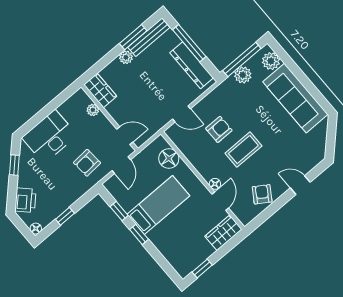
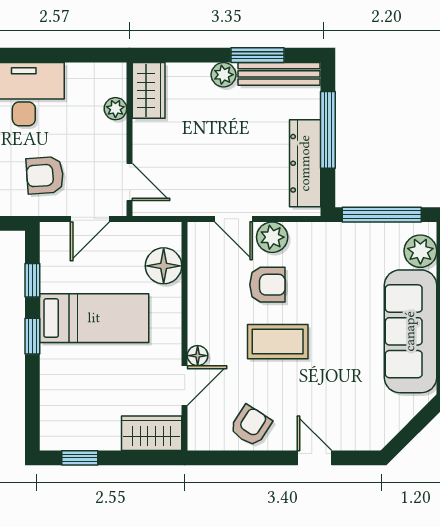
plant: (243, 75) -> (272, 237), moved

